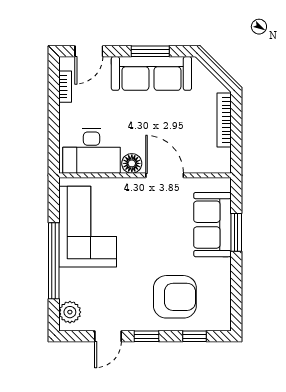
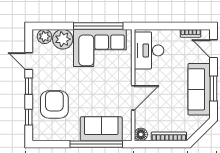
floor lamp: (132, 163) -> (141, 134), moved
window: (236, 232) -> (96, 144), width x2.11
window: (54, 261) -> (98, 26), moved
plant: (74, 284) -> (63, 39), added
armchair: (175, 297) -> (54, 104), turned 180

